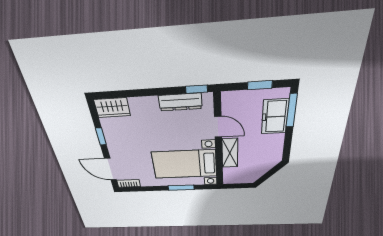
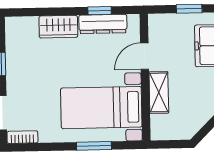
window: (197, 89) -> (100, 11), moved
wardrobe: (112, 108) -> (58, 27), moved
door: (218, 127) -> (145, 56), swing flipped

